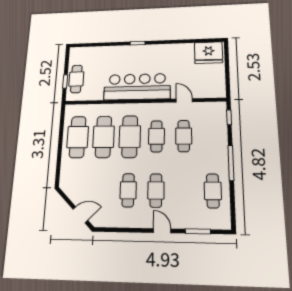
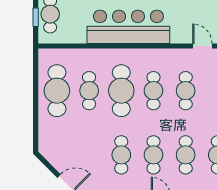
door: (184, 100) -> (202, 46), moved
cafe table: (103, 137) -> (89, 91), width x0.73, depth x0.74
cafe table: (184, 191) -> (186, 155), added

